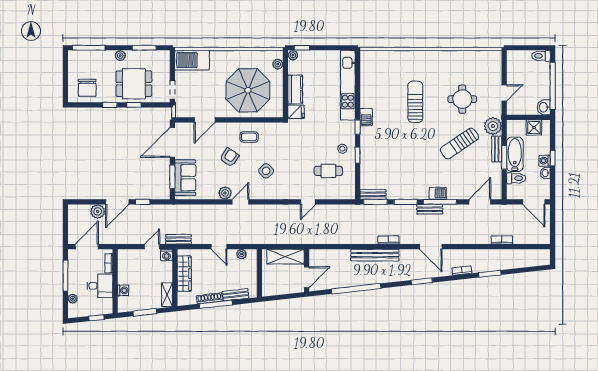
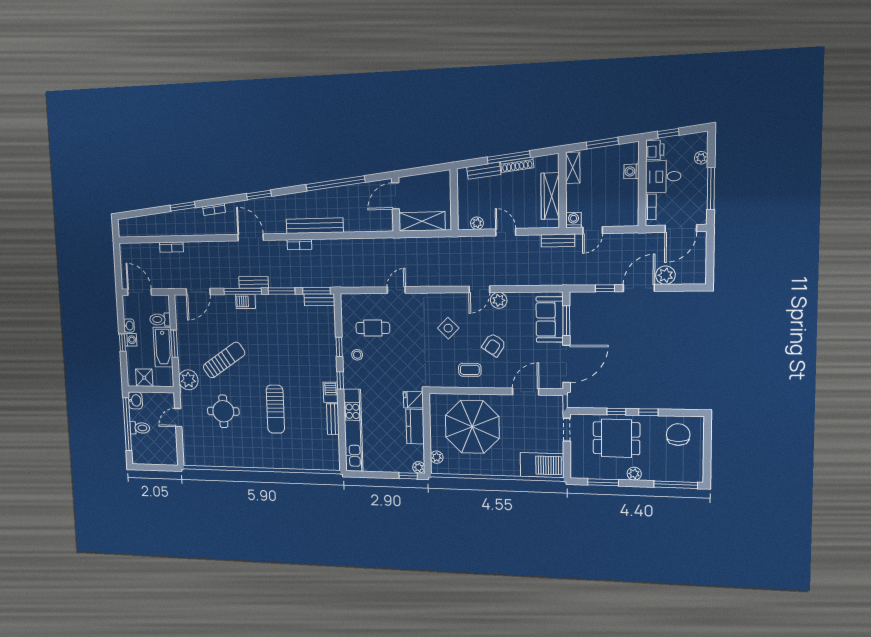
toilet: (541, 56) -> (140, 428), moved
bench: (497, 149) -> (333, 419), moved
printer: (106, 306) -> (655, 150), added

